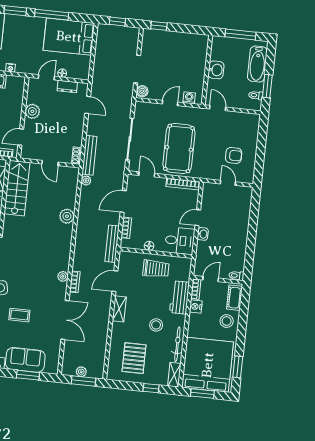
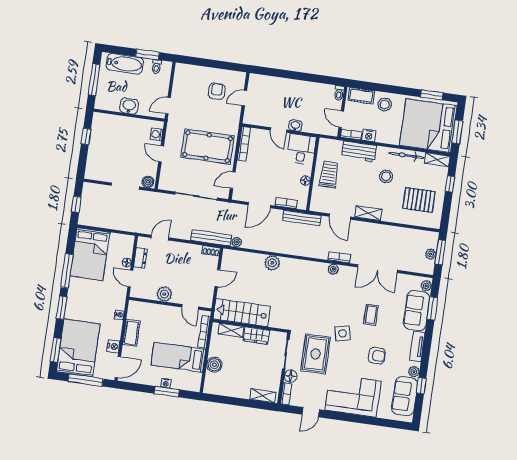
window: (159, 26) -> (86, 136), moved
door: (123, 201) -> (259, 205), hinge flipped
double door: (65, 320) -> (378, 269), swing flipped
plant: (50, 368) -> (426, 286), added

